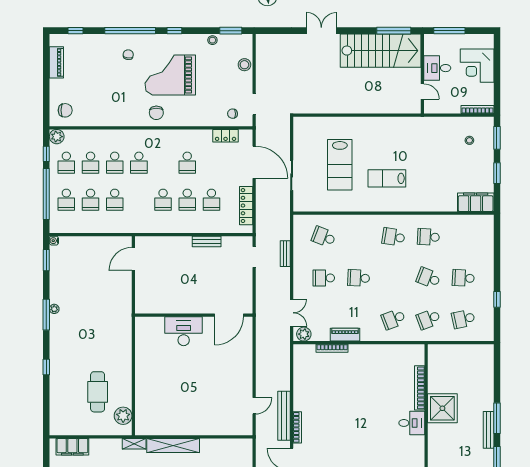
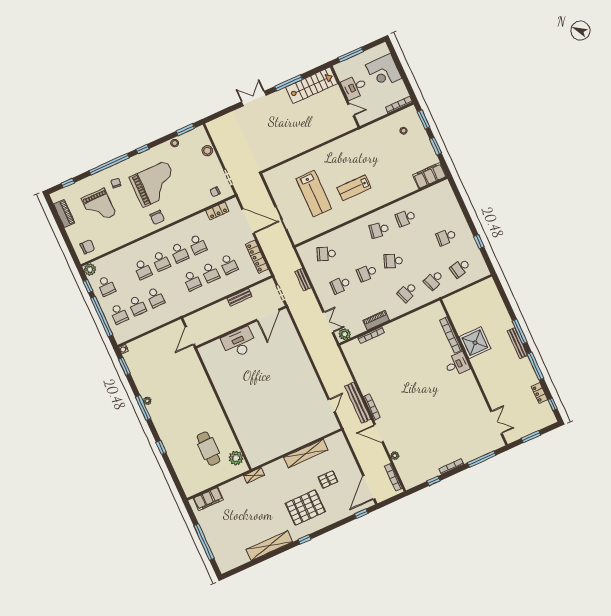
window: (394, 31) -> (288, 83), moved
stairs: (381, 51) -> (312, 85), width x0.73, depth x0.66
grand piano: (98, 72) -> (99, 206), added
grand piano: (170, 75) -> (155, 184), turned 180
school desk: (91, 163) -> (179, 253), moved
school desk: (428, 278) -> (393, 261), moved
wall: (194, 315) -> (241, 327), moved
door: (229, 315) -> (268, 315), moved
desk: (184, 331) -> (239, 343), moved
shelving: (173, 446) -> (306, 454), moved

